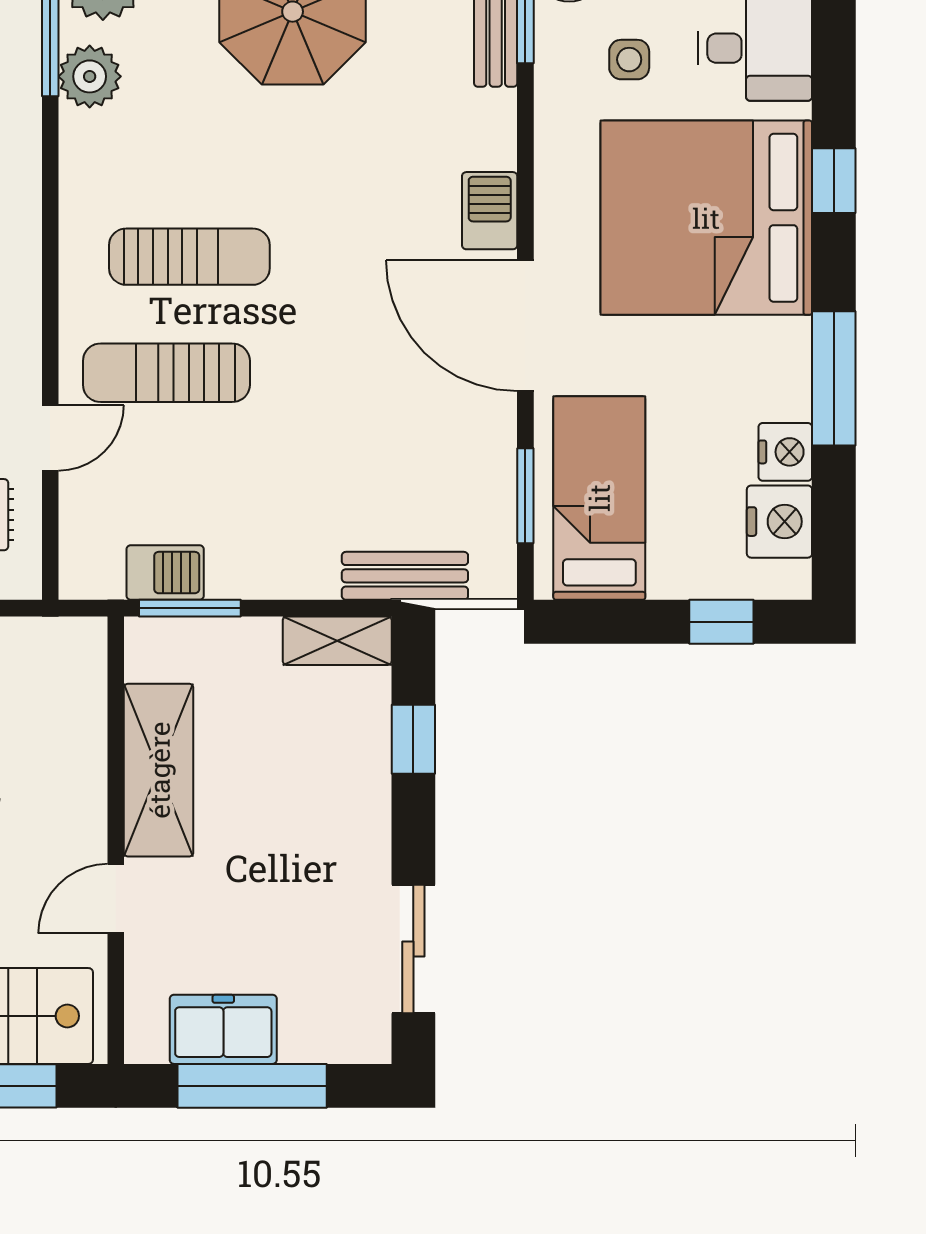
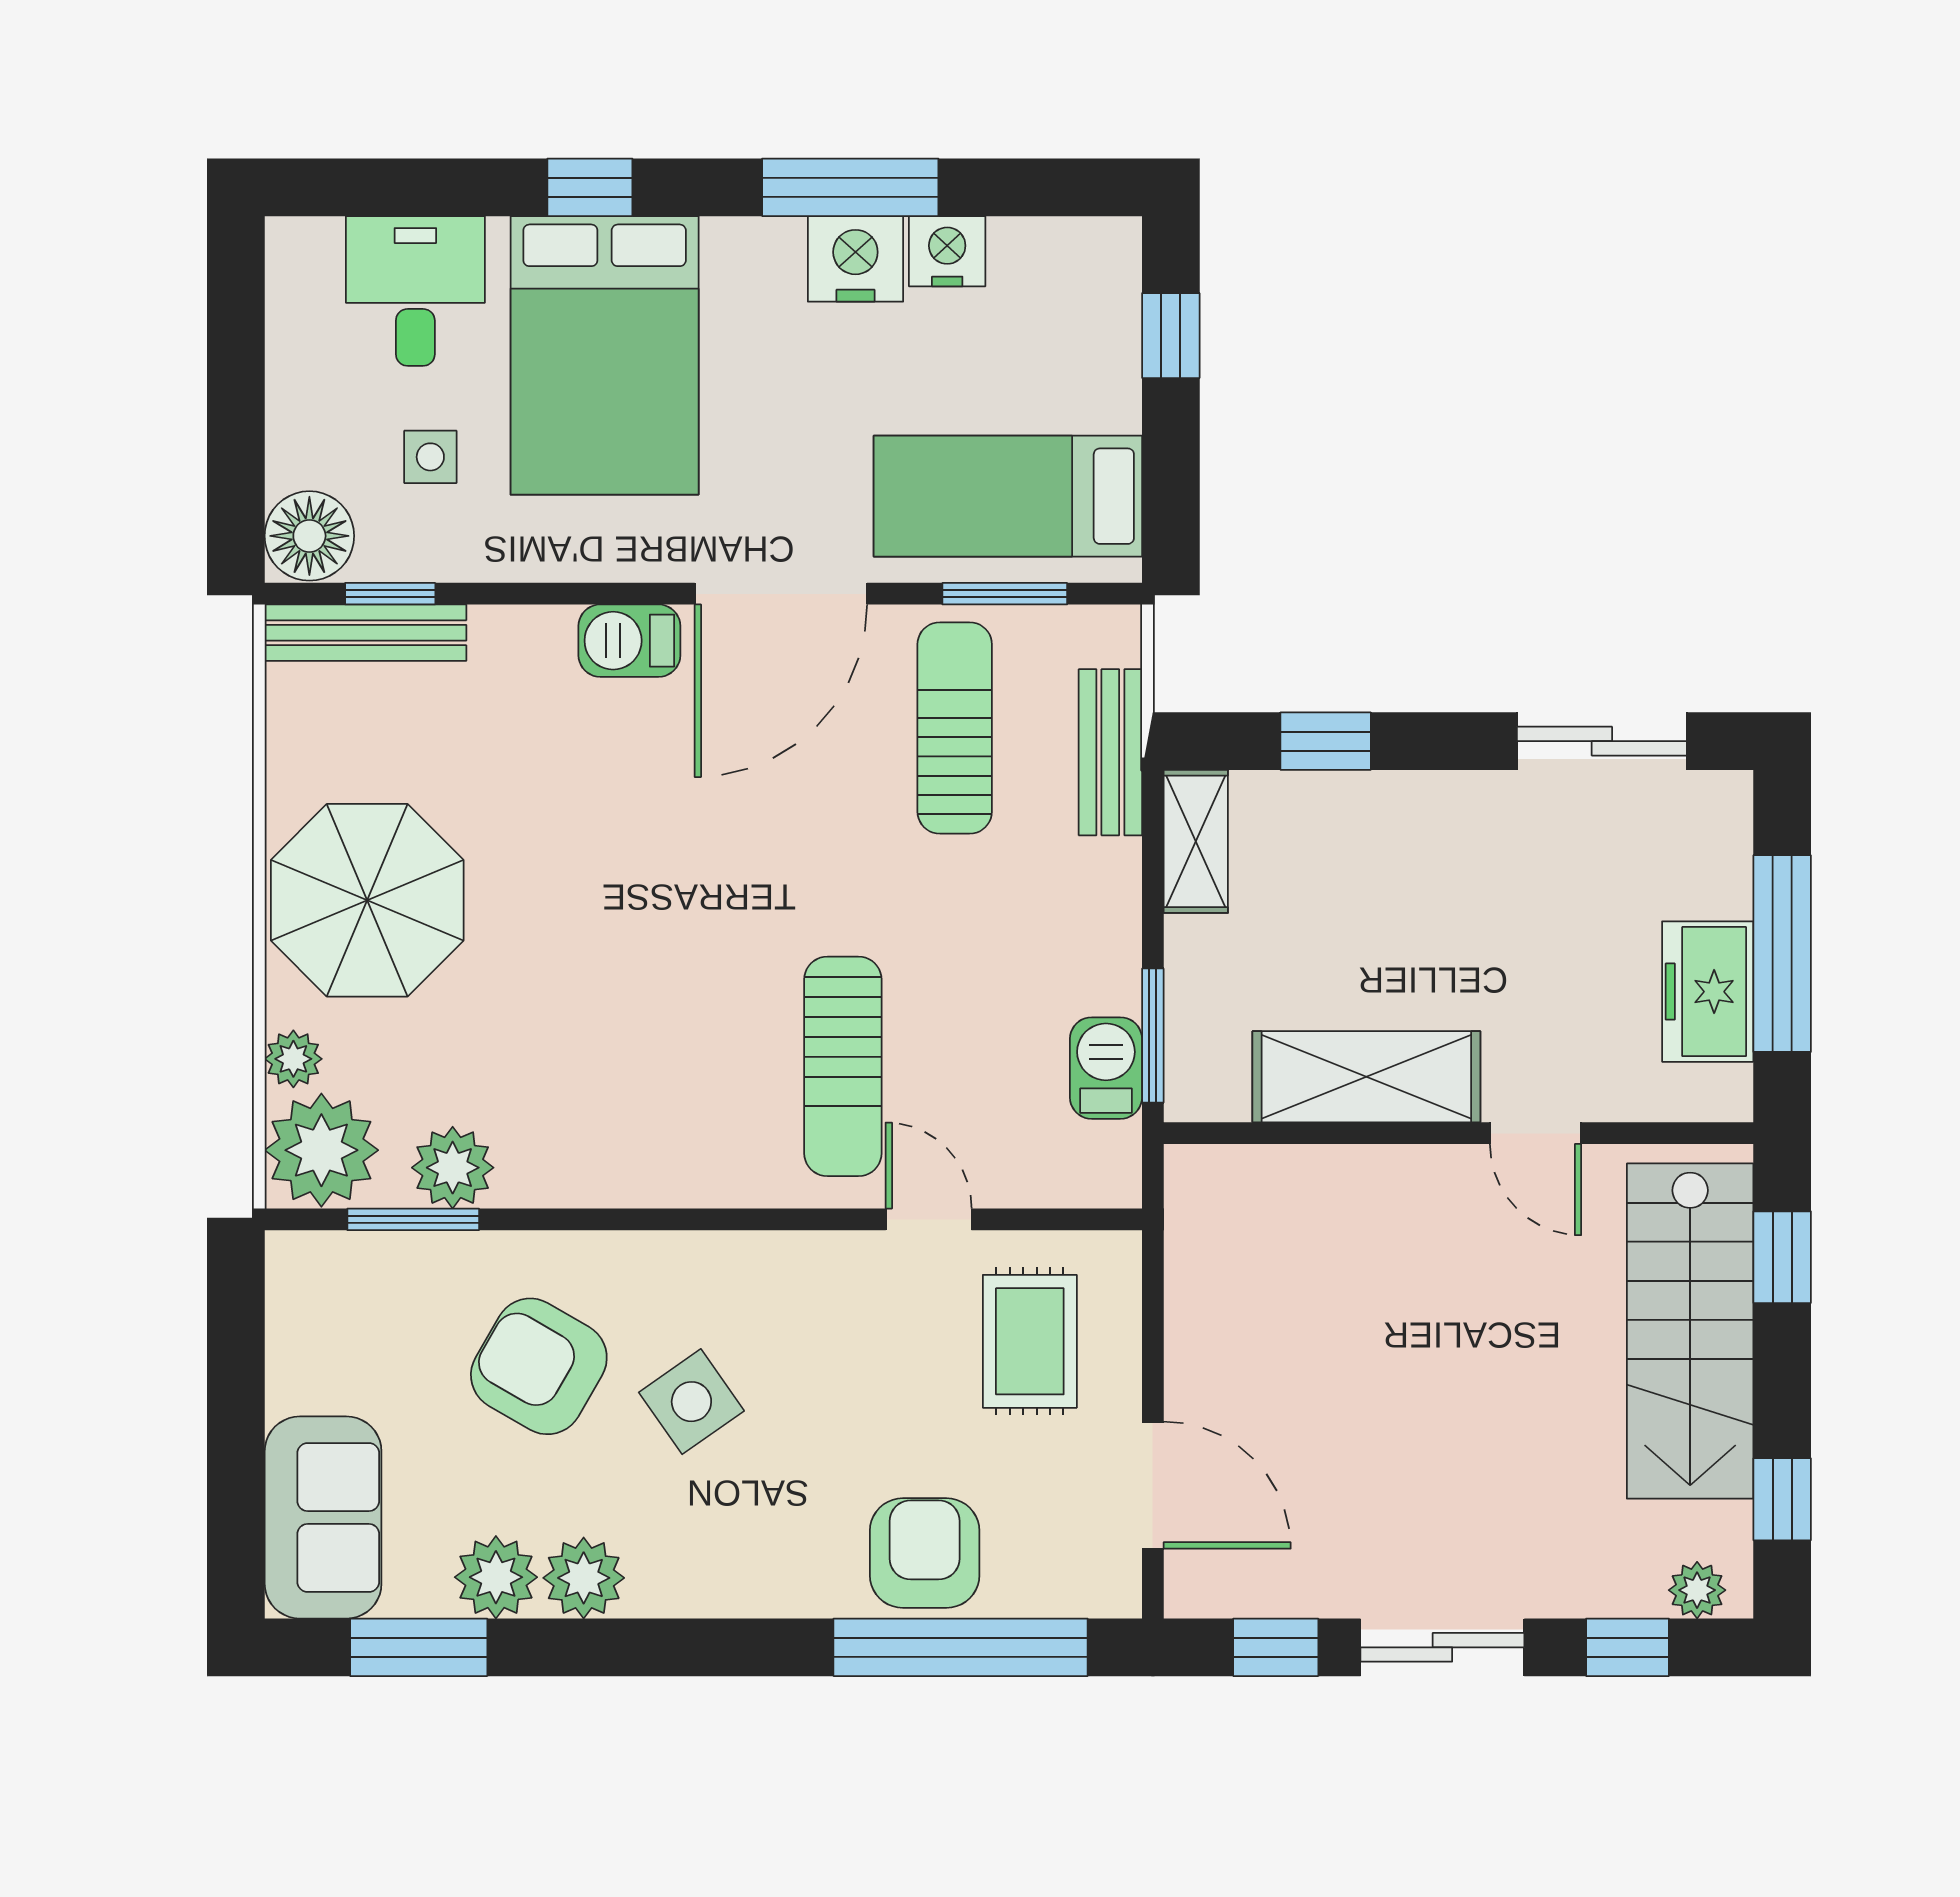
bed: (706, 218) -> (605, 355), width x0.73
sun lounger: (189, 257) -> (955, 728), moved
nightstand: (779, 522) -> (855, 259), moved

